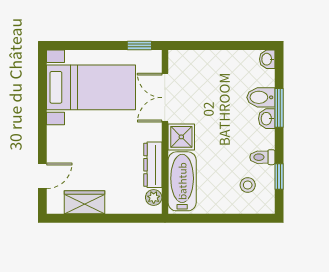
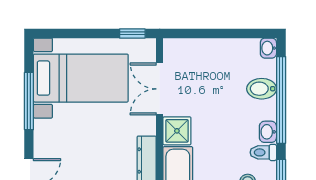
window: (279, 108) -> (281, 100), width x2.11
window: (42, 109) -> (29, 101), added
washbasin: (267, 119) -> (268, 132), moved

